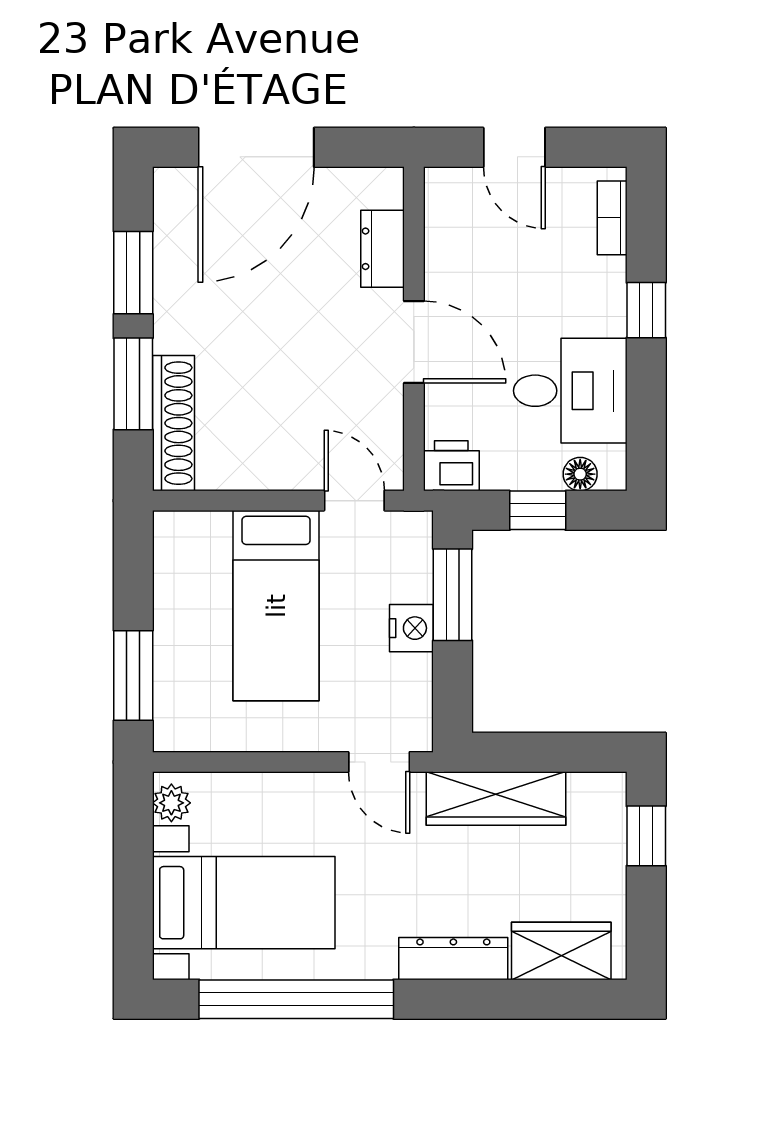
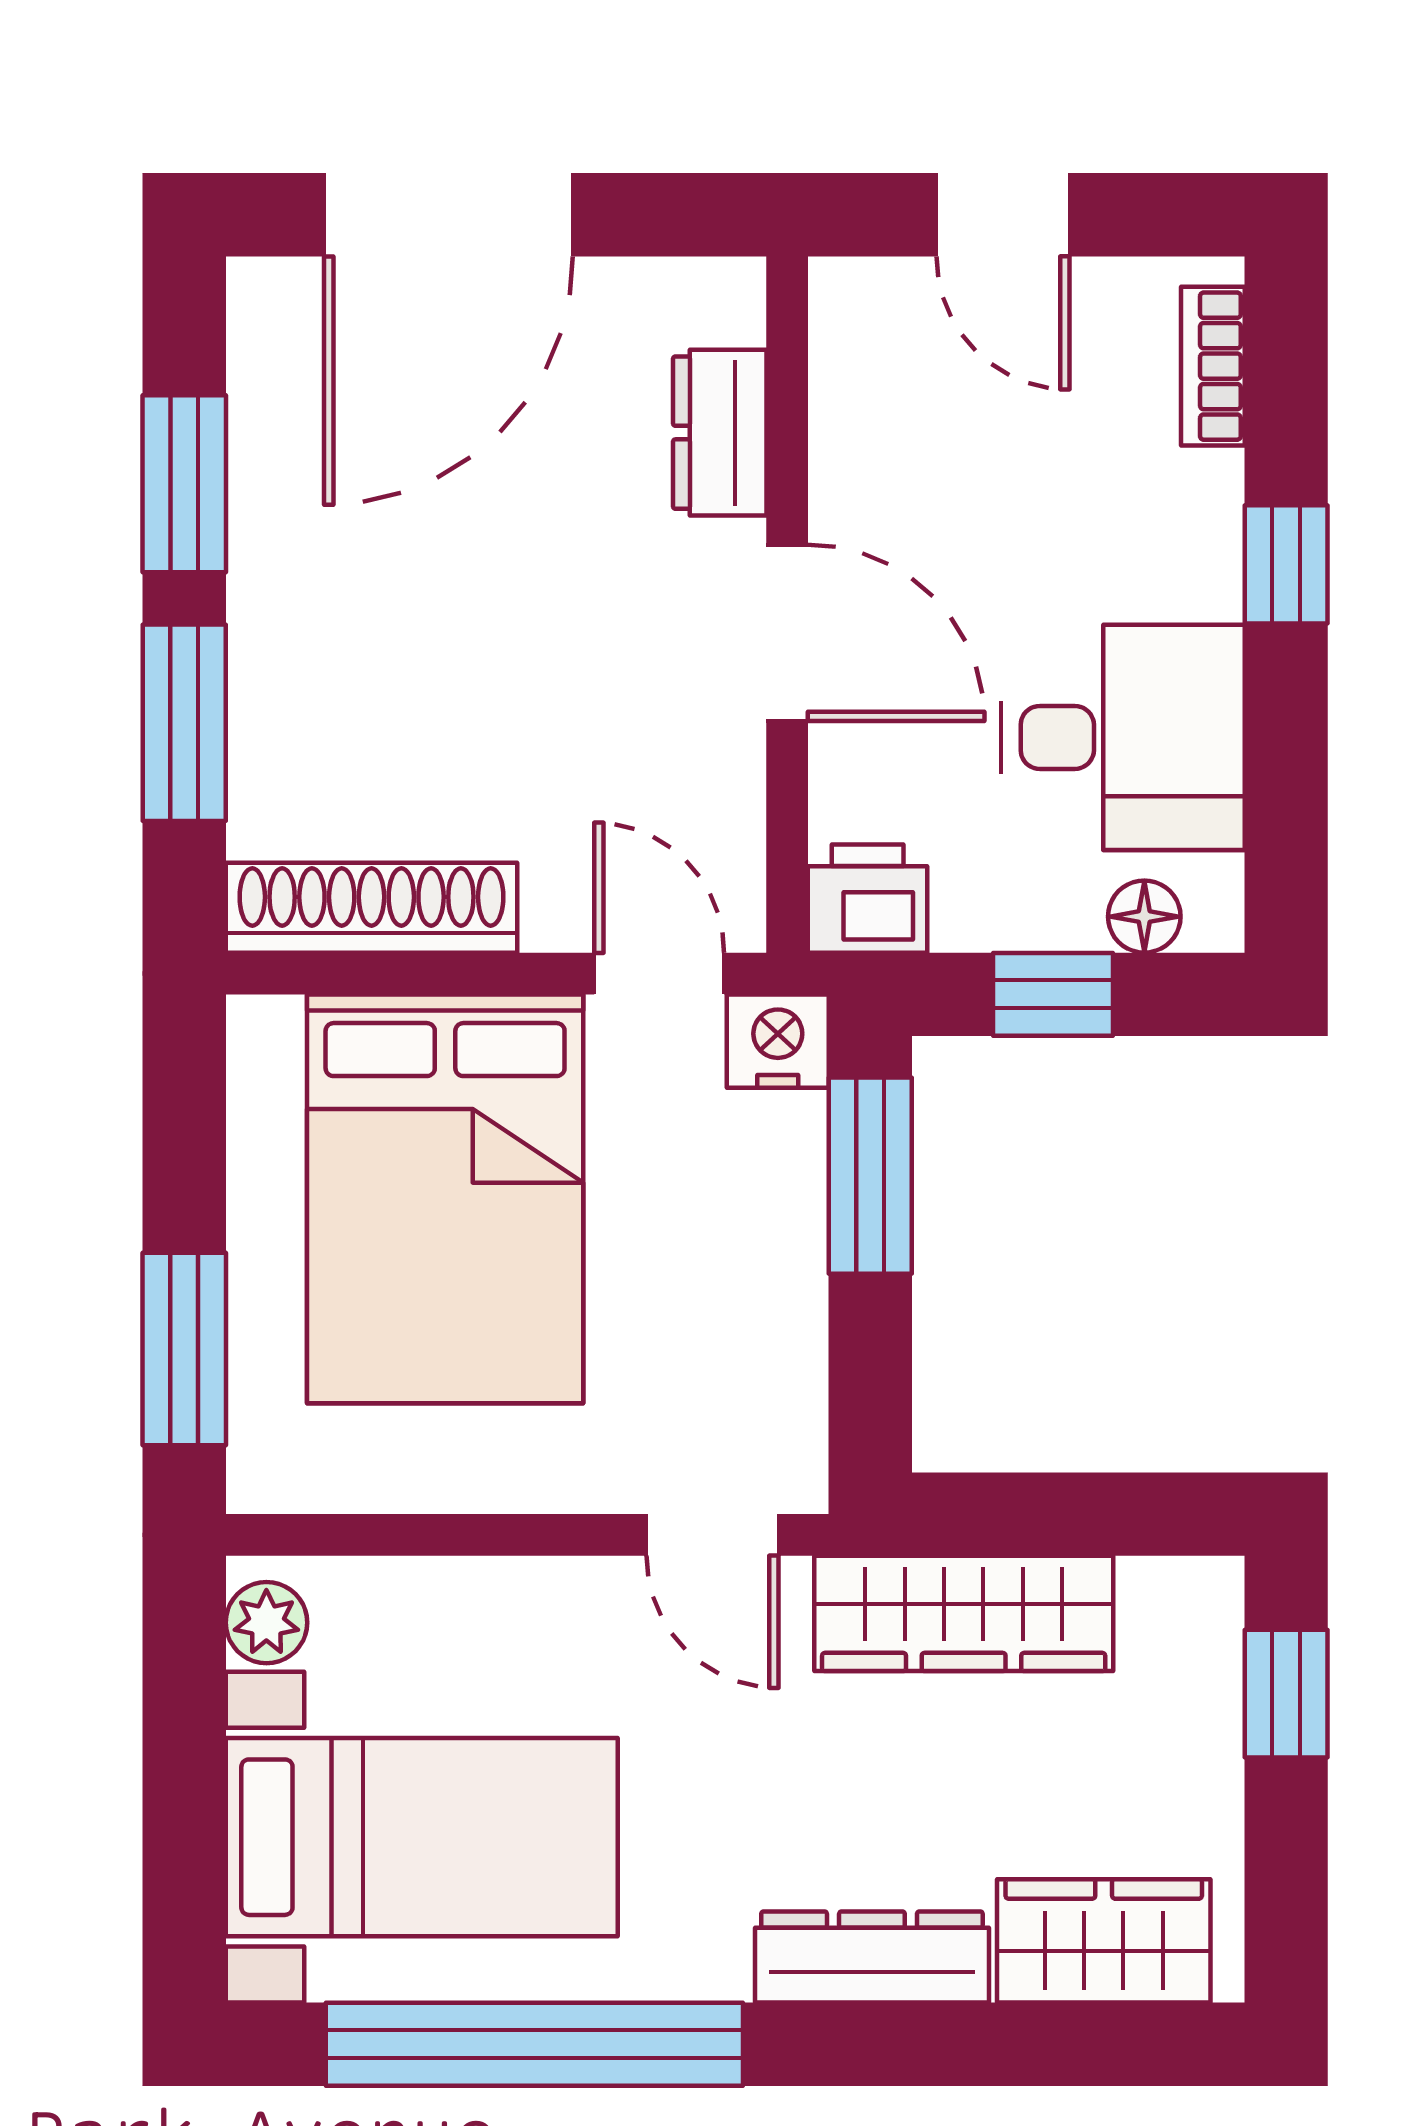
shoe rack: (173, 423) -> (372, 908), moved, turned -90
bed: (276, 606) -> (445, 1199), width x1.50
nightstand: (411, 628) -> (778, 1041), moved, turned -90

